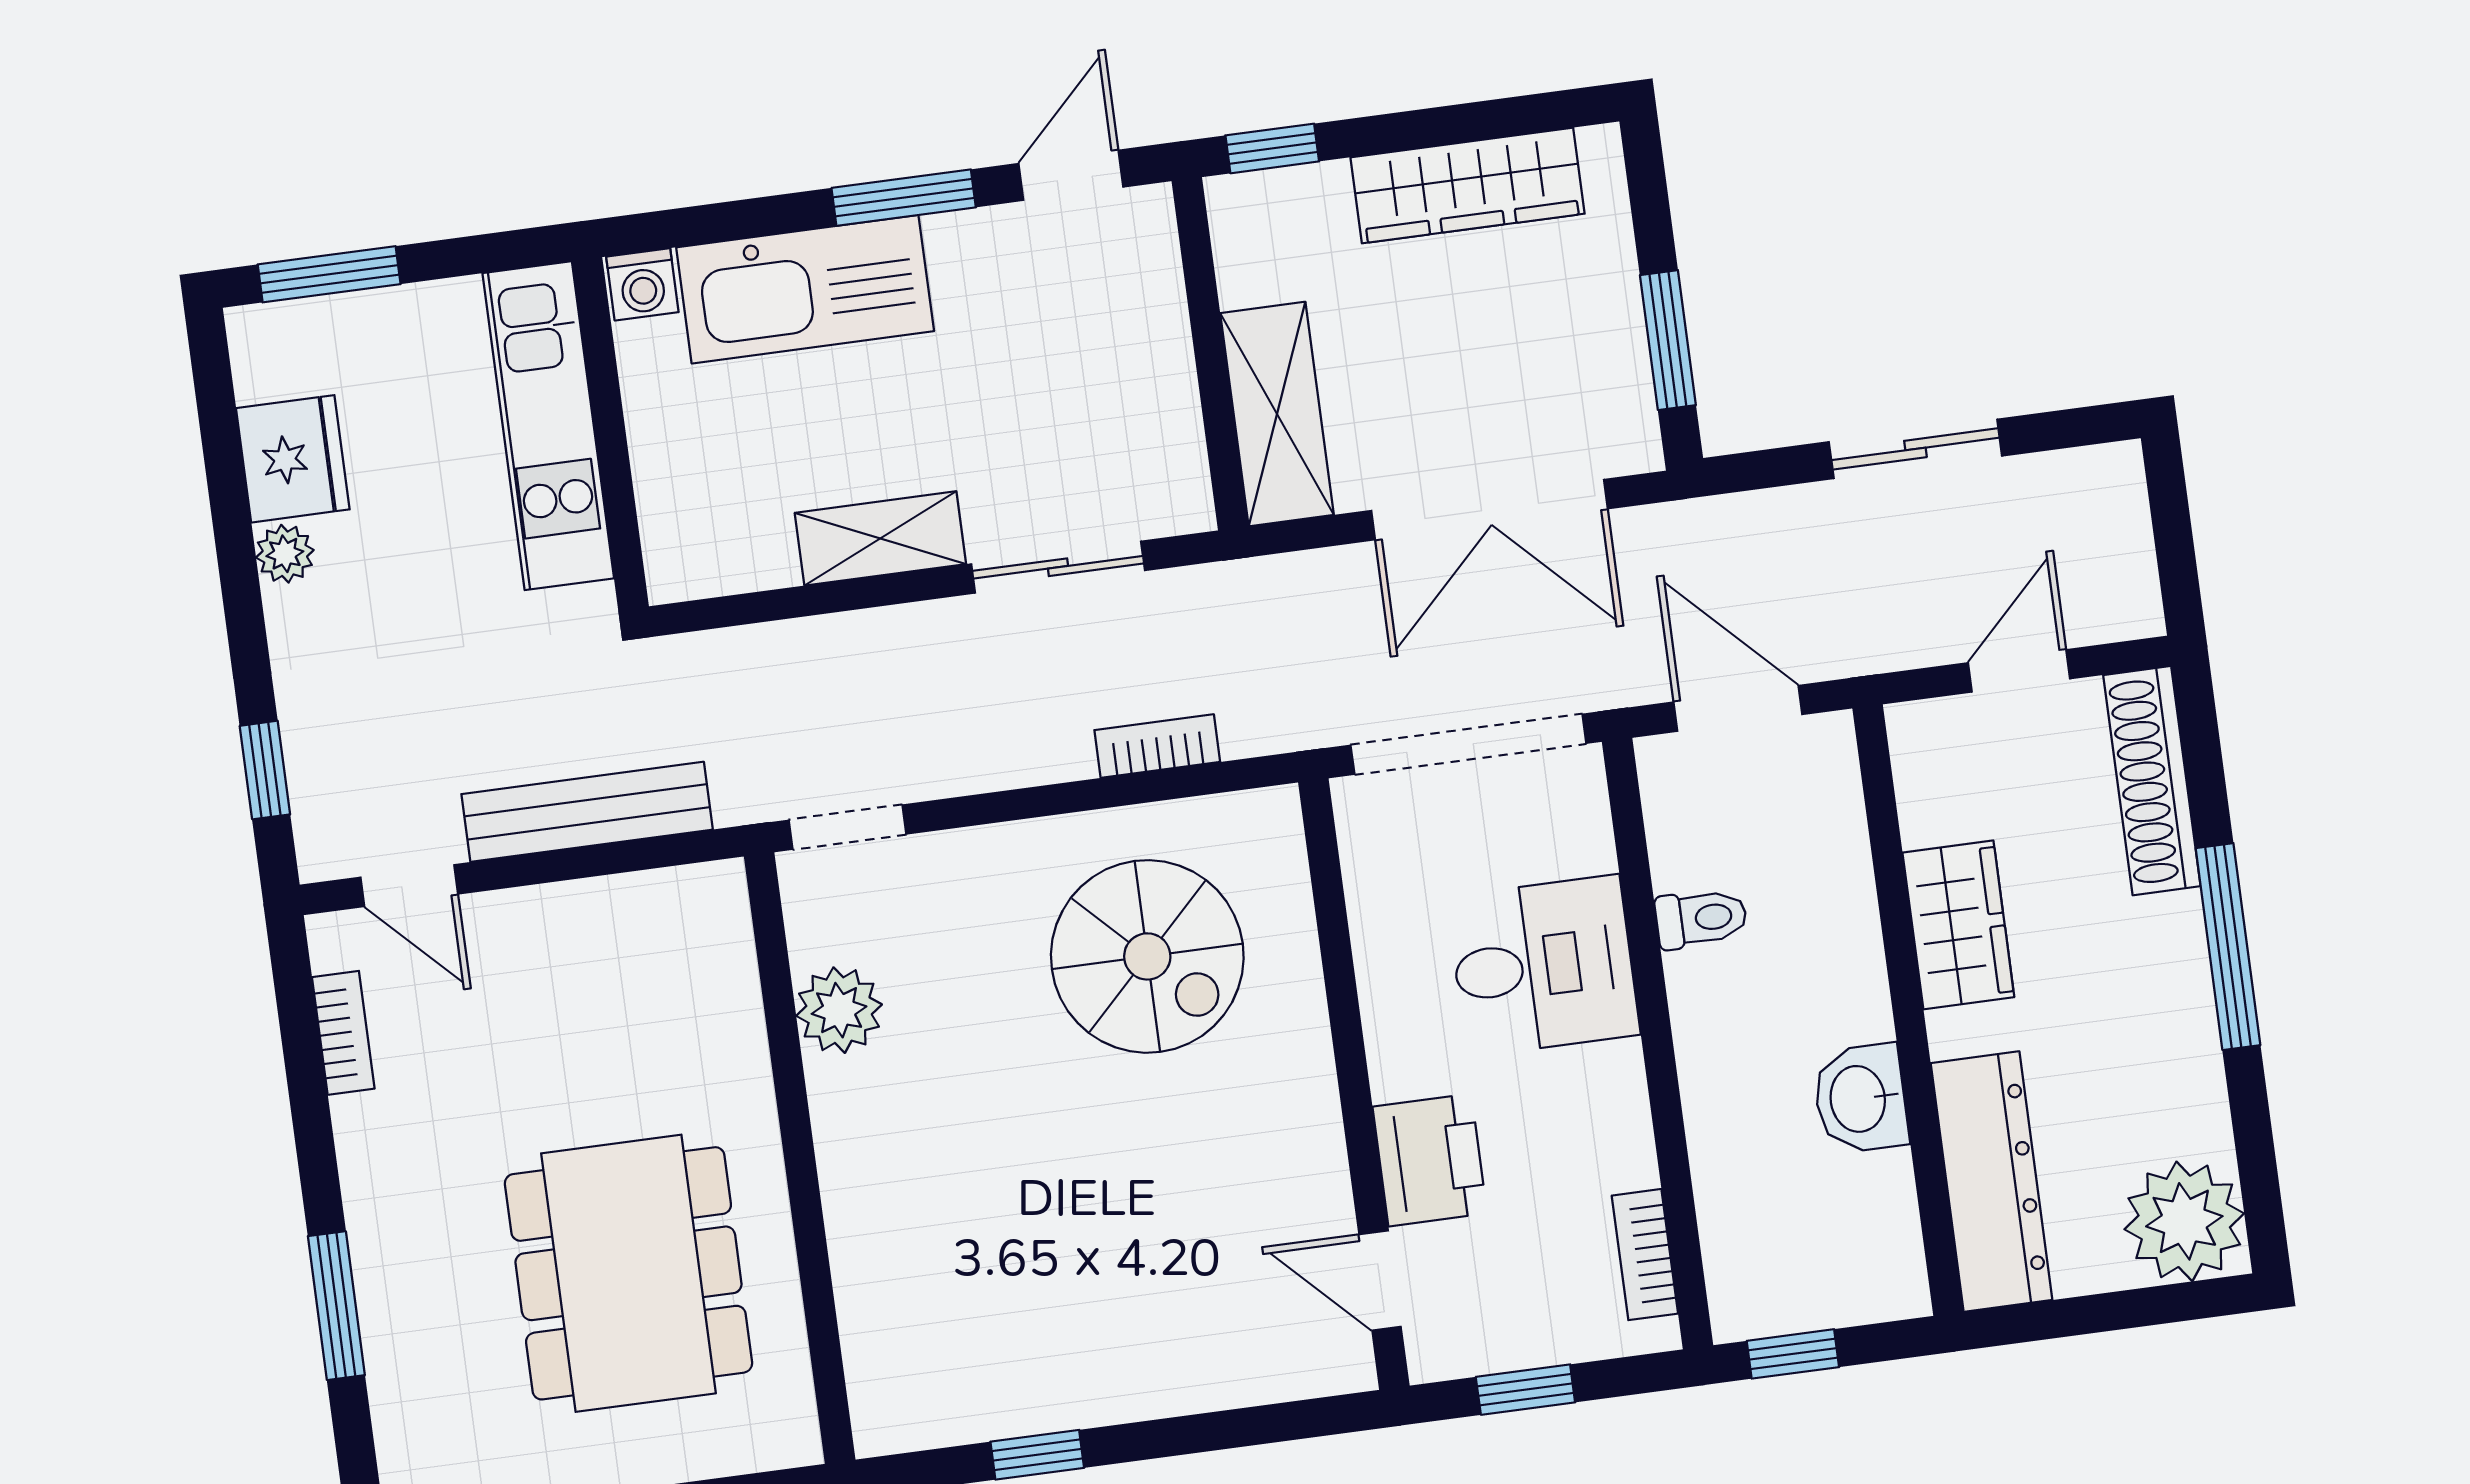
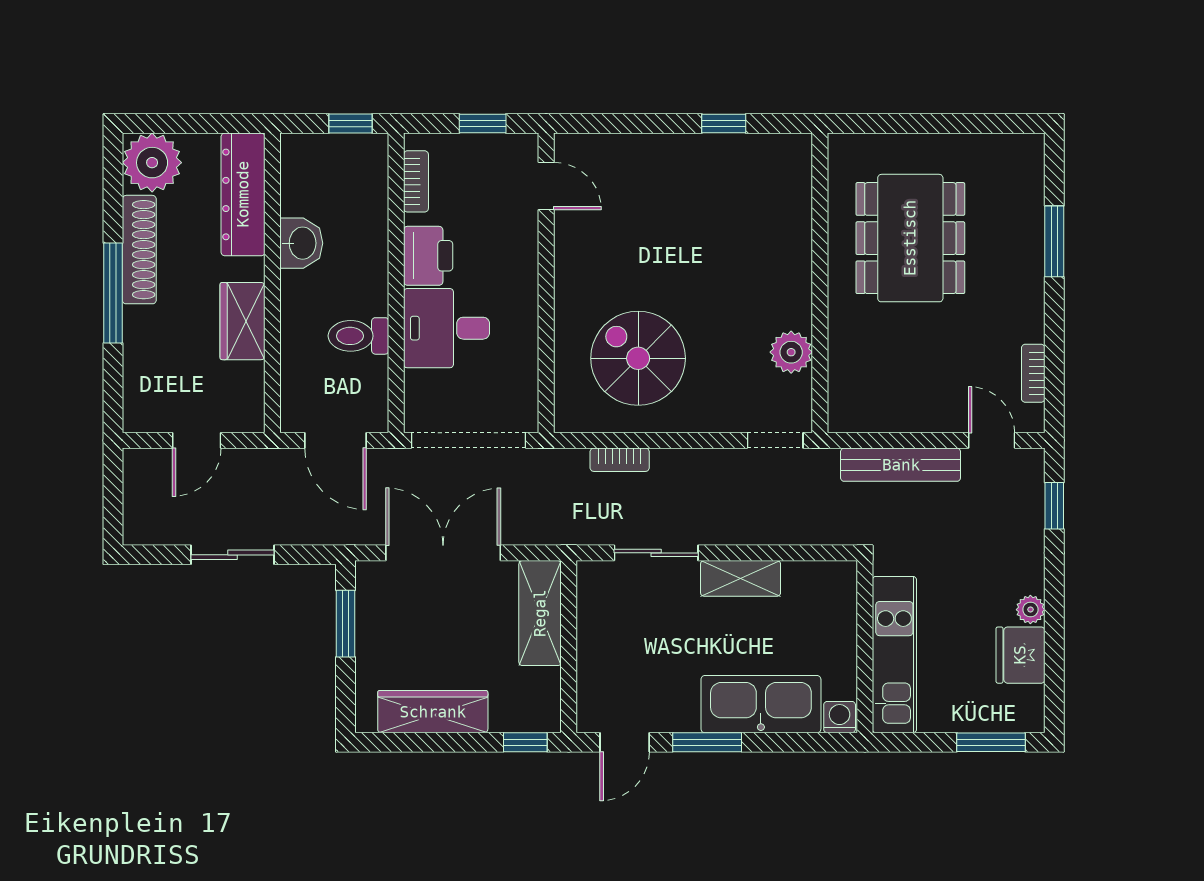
shoe rack: (2152, 781) -> (139, 250), moved
toilet: (1701, 918) -> (358, 336), width x1.37, depth x1.39
printer: (1430, 1160) -> (428, 256), moved, turned 180

